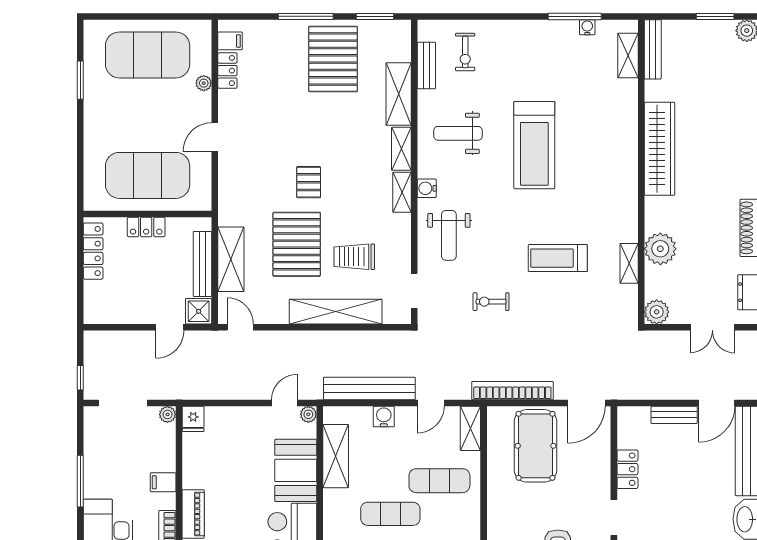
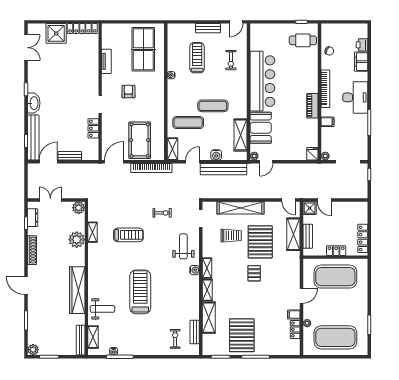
filing cabinet: (230, 41) -> (294, 315), moved
weight bench: (458, 133) -> (102, 309), moved
bench: (202, 264) -> (308, 236), width x0.73
door: (170, 327) -> (324, 200), swing flipped

